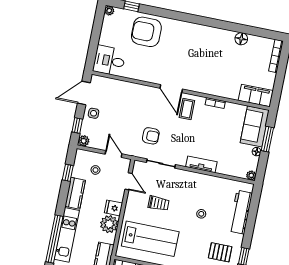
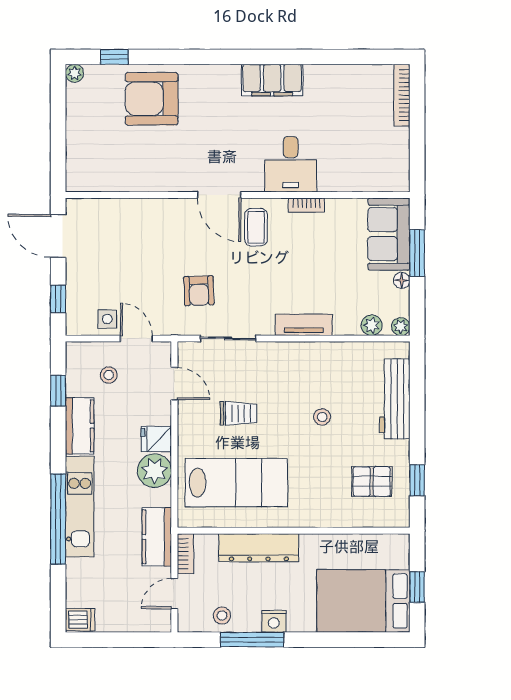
floor lamp: (241, 39) -> (331, 76), removed
desk: (109, 61) -> (291, 164), moved, turned -90
door: (84, 93) -> (58, 236), hinge flipped
filing cabinet: (256, 95) -> (272, 80), moved, turned 180
side table: (94, 113) -> (107, 319), moved
armchair: (151, 136) -> (199, 291), turned 88
plant: (84, 141) -> (372, 325), moved

